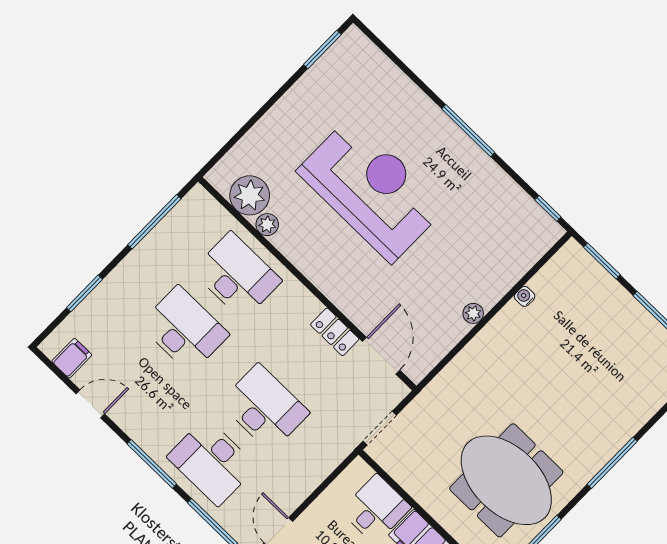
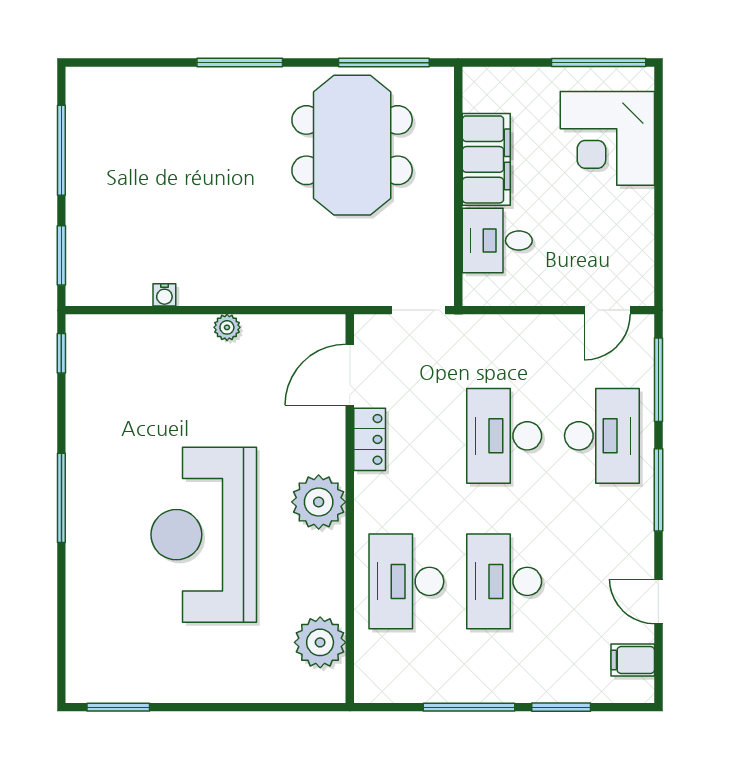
window: (154, 222) -> (469, 707), moved
plant: (267, 225) -> (319, 502), moved, width x1.87, depth x1.87

